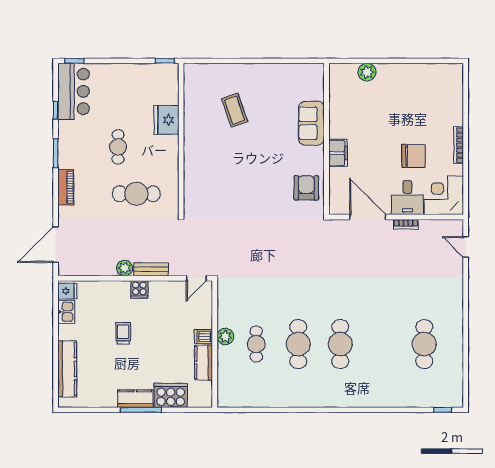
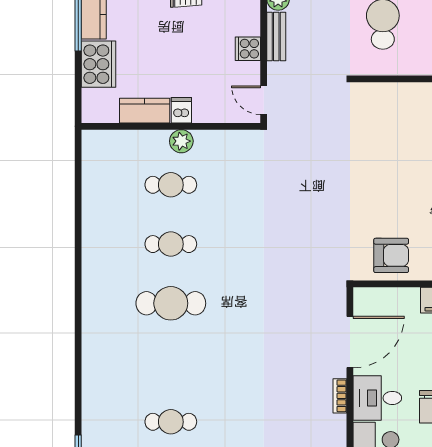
cooker: (139, 289) -> (248, 49), moved
cafe table: (298, 344) -> (171, 244), width x0.73, depth x0.74
cafe table: (424, 344) -> (171, 422), width x0.73, depth x0.74

